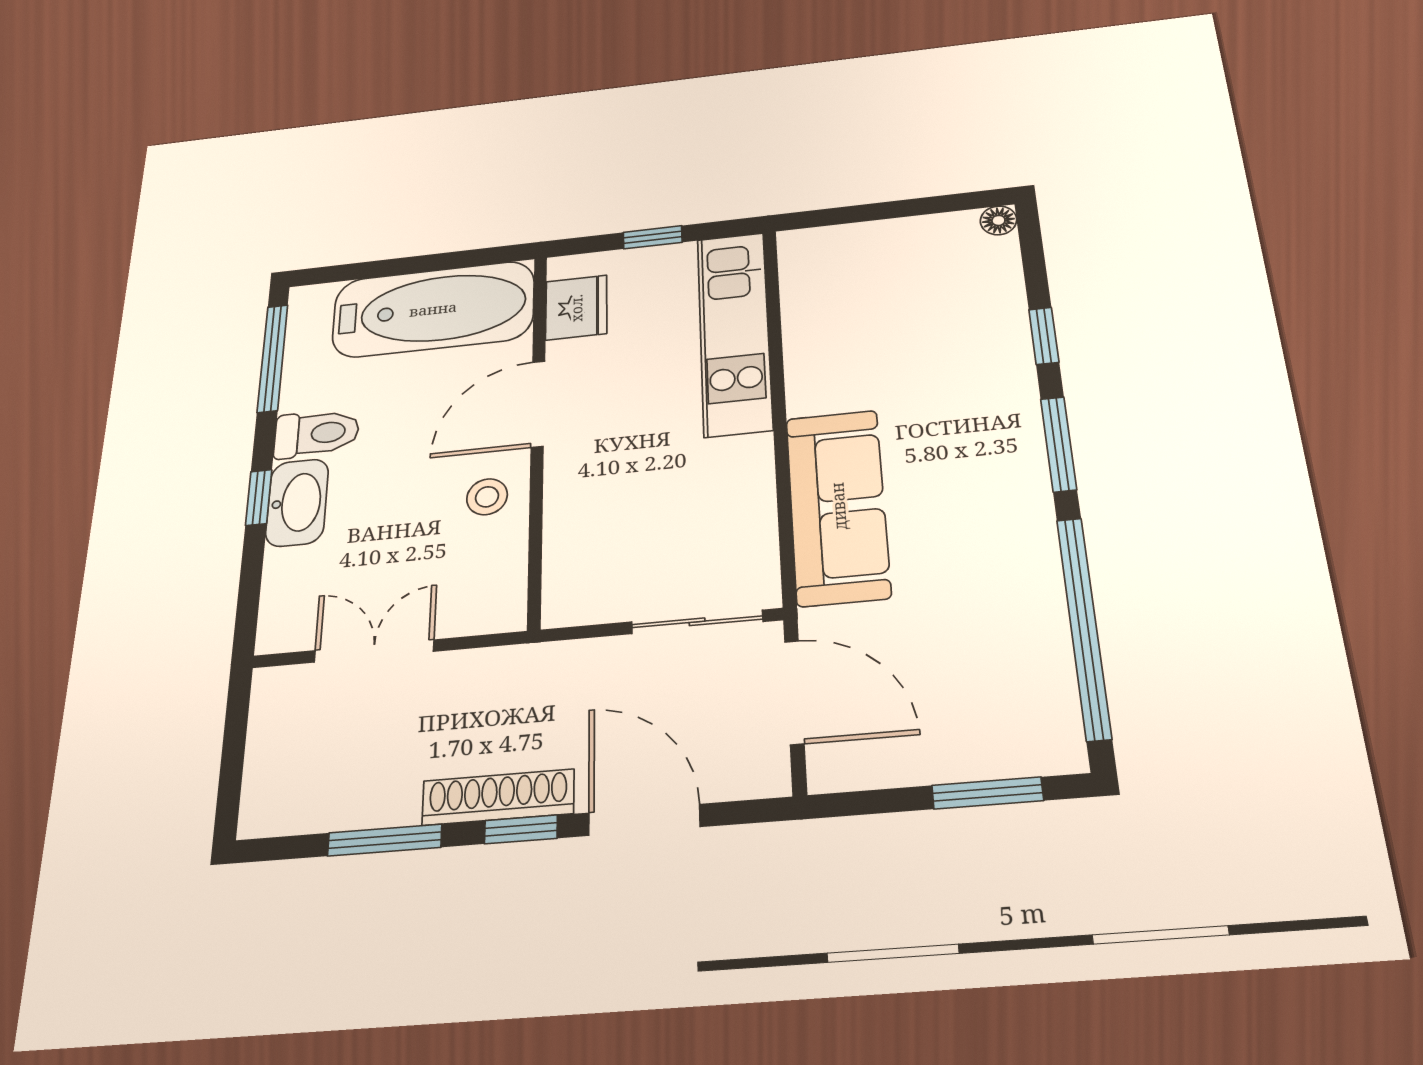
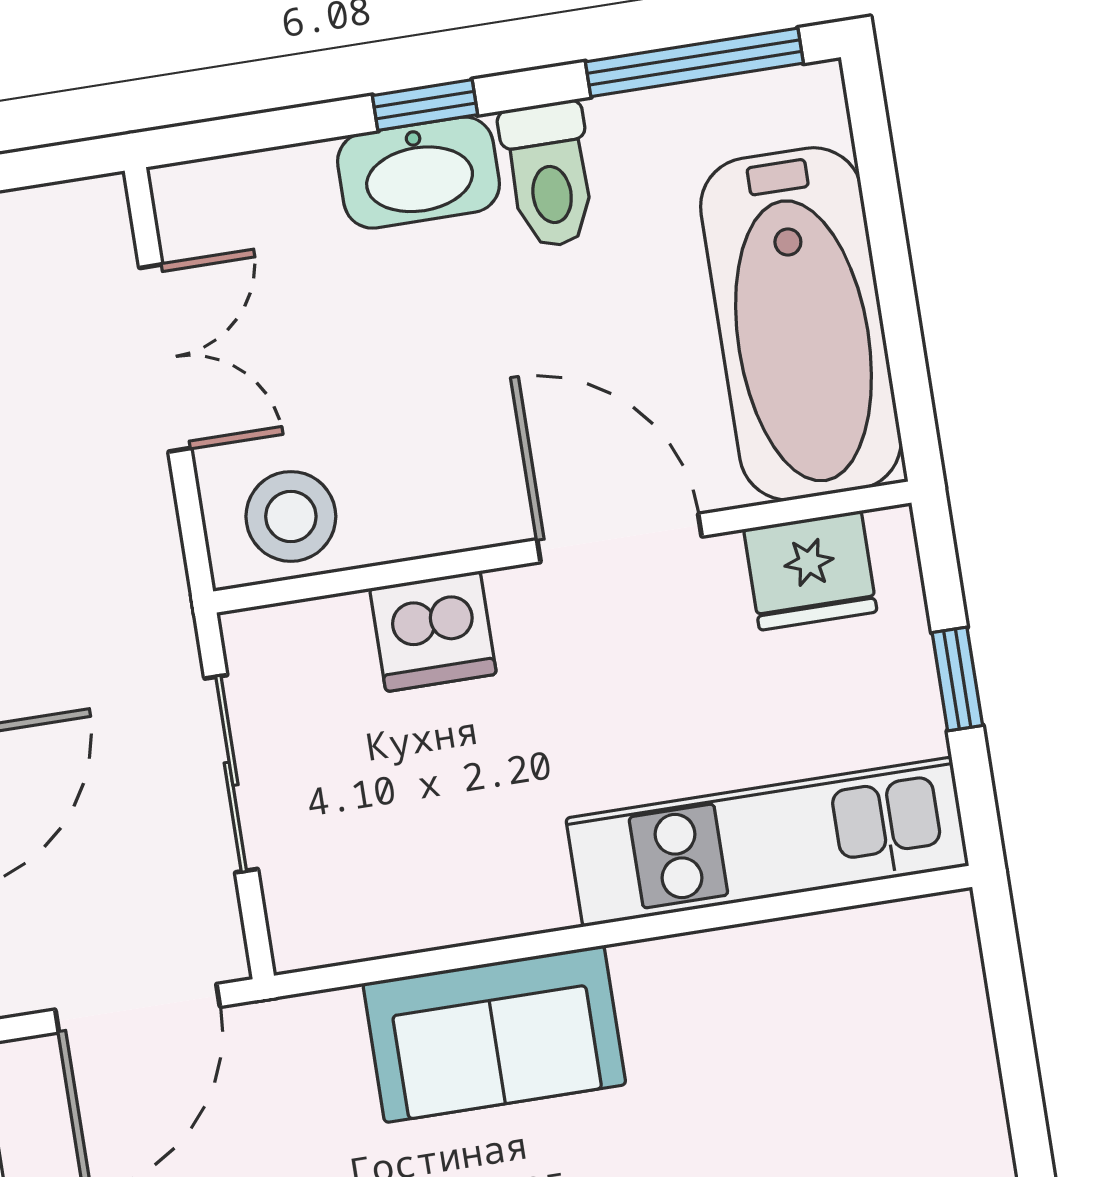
stool: (487, 497) -> (291, 516), moved, width x1.37, depth x1.37
dishwasher: (575, 506) -> (433, 631), added
sofa: (838, 506) -> (494, 1034), width x0.73
sliding door: (697, 622) -> (231, 774), moved

